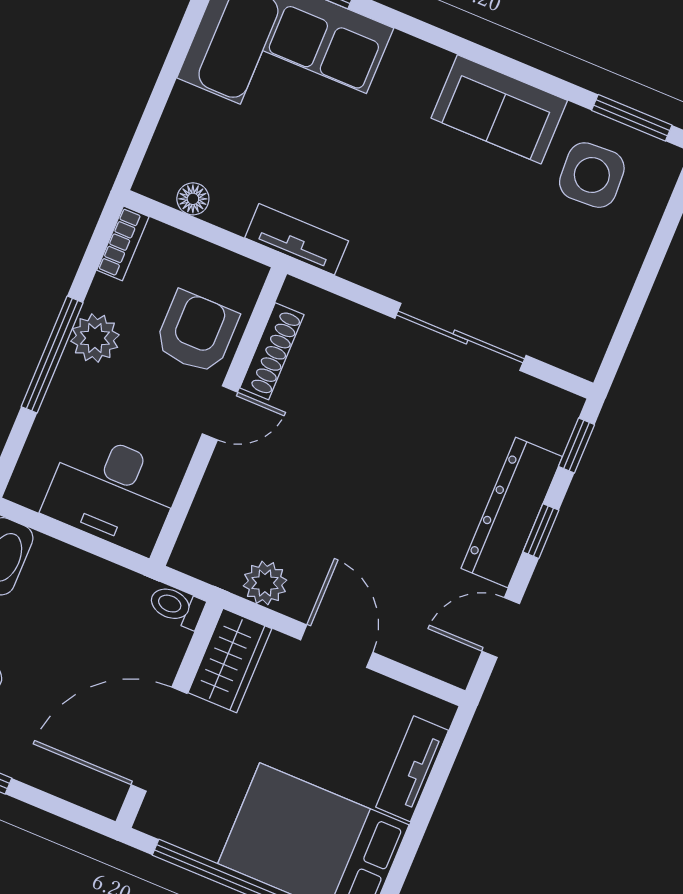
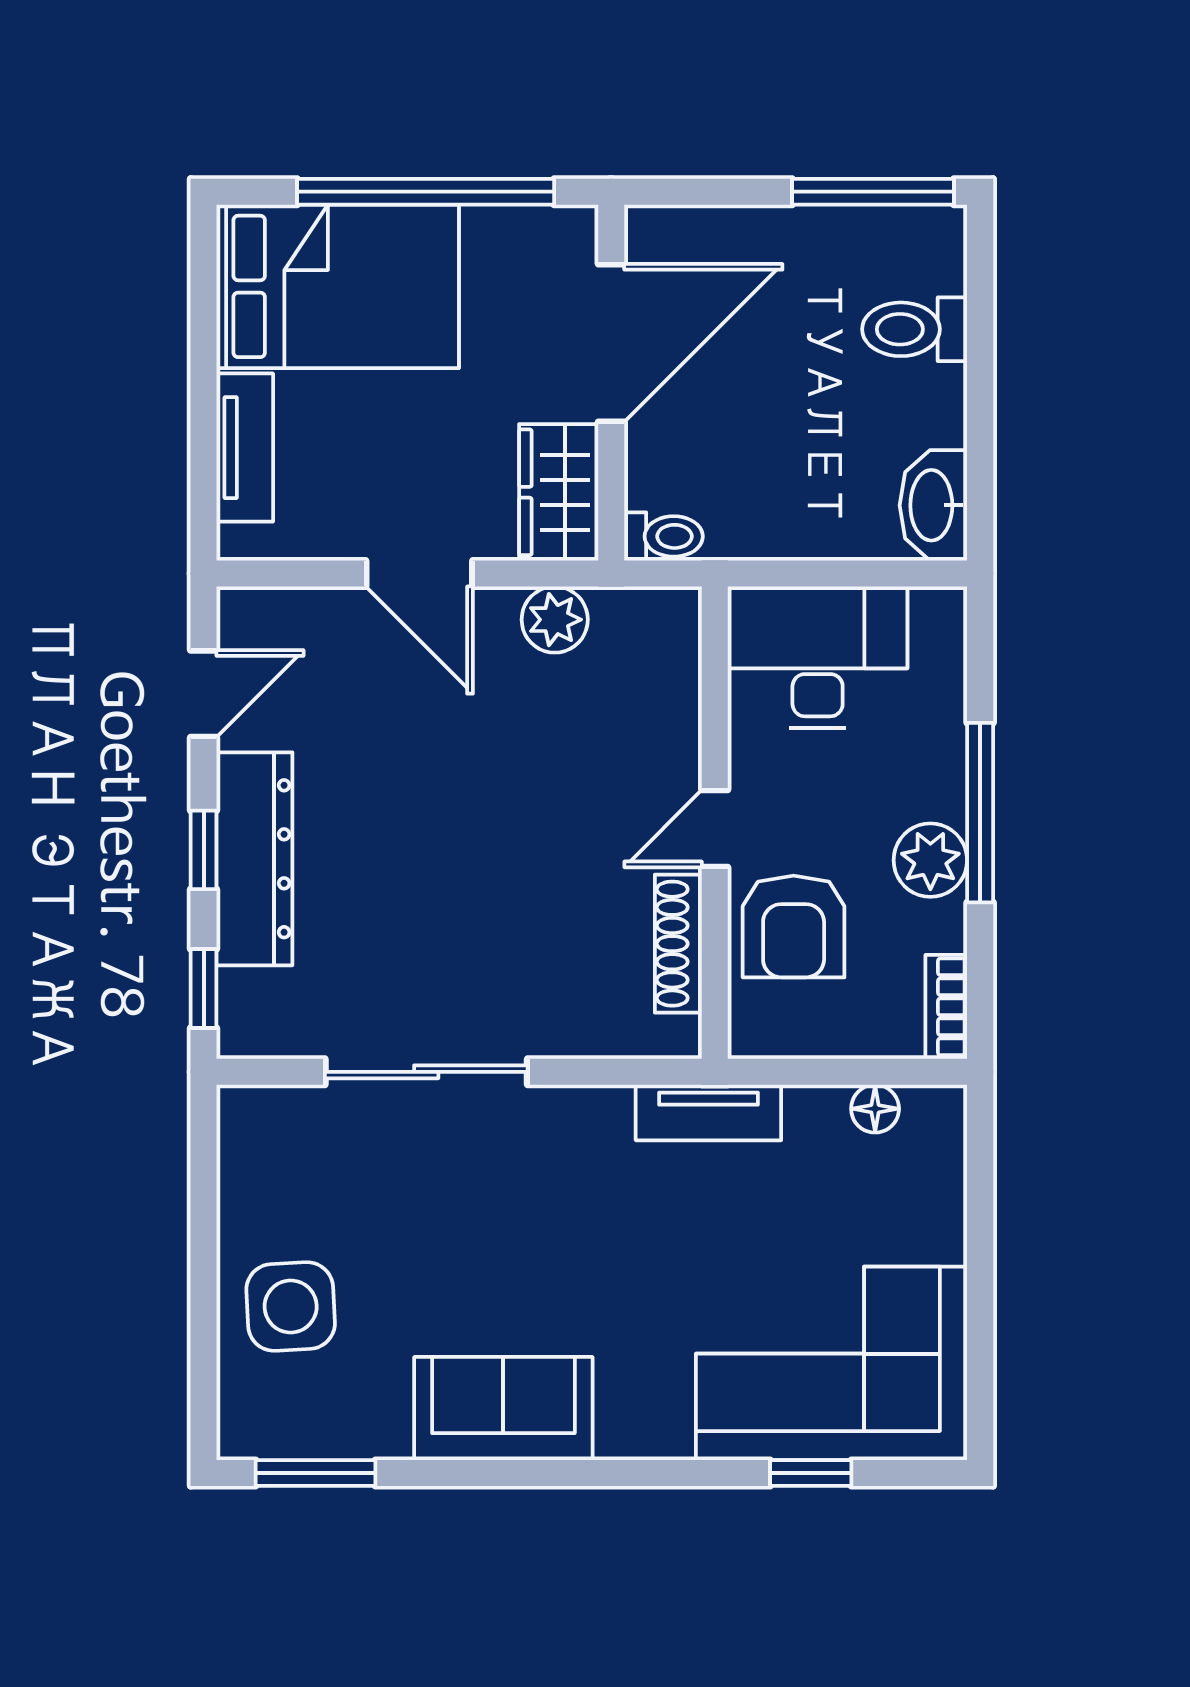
side table: (592, 175) -> (291, 1306), moved

